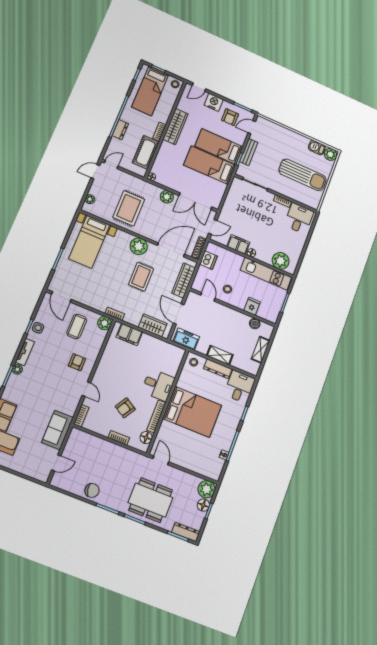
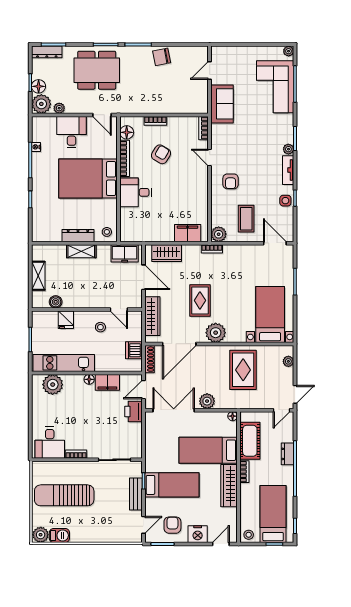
bed: (210, 165) -> (208, 450), moved, turned 180
printer: (227, 214) -> (133, 412), added
desk: (240, 387) -> (72, 132), moved, turned 180
plant: (193, 480) -> (59, 108), added

